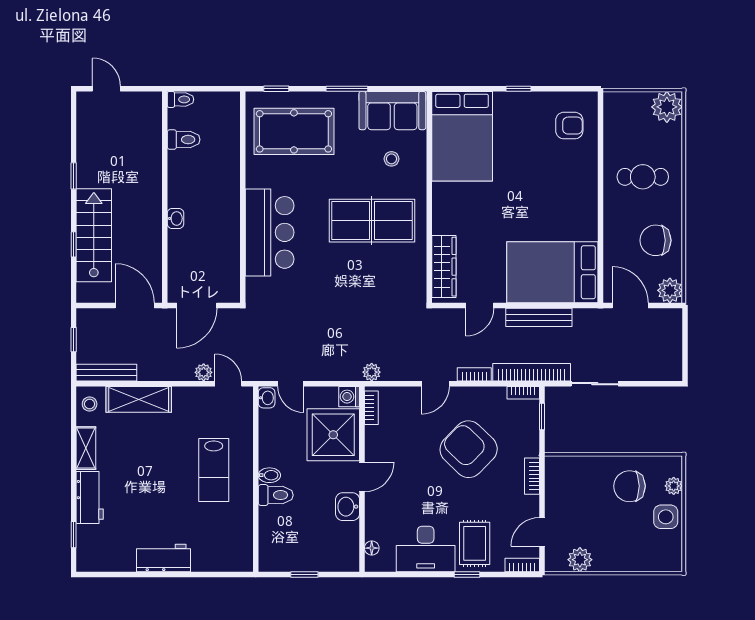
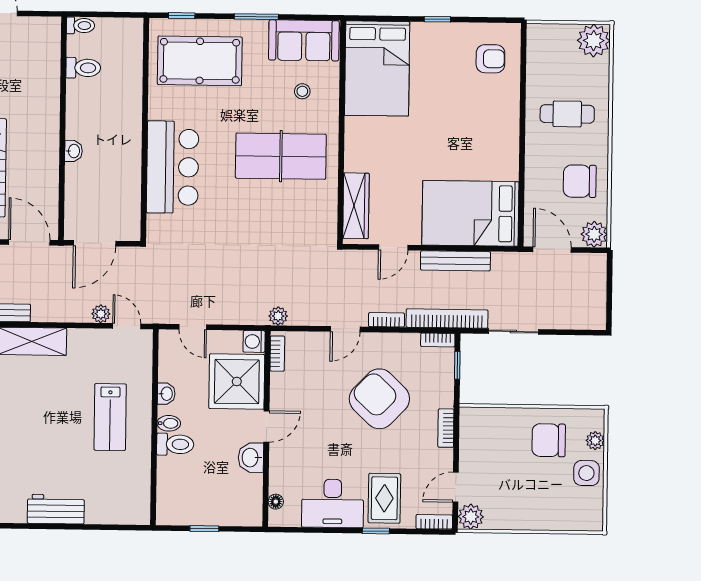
washbasin: (267, 398) -> (166, 394), moved
plant: (580, 560) -> (471, 517), moved

